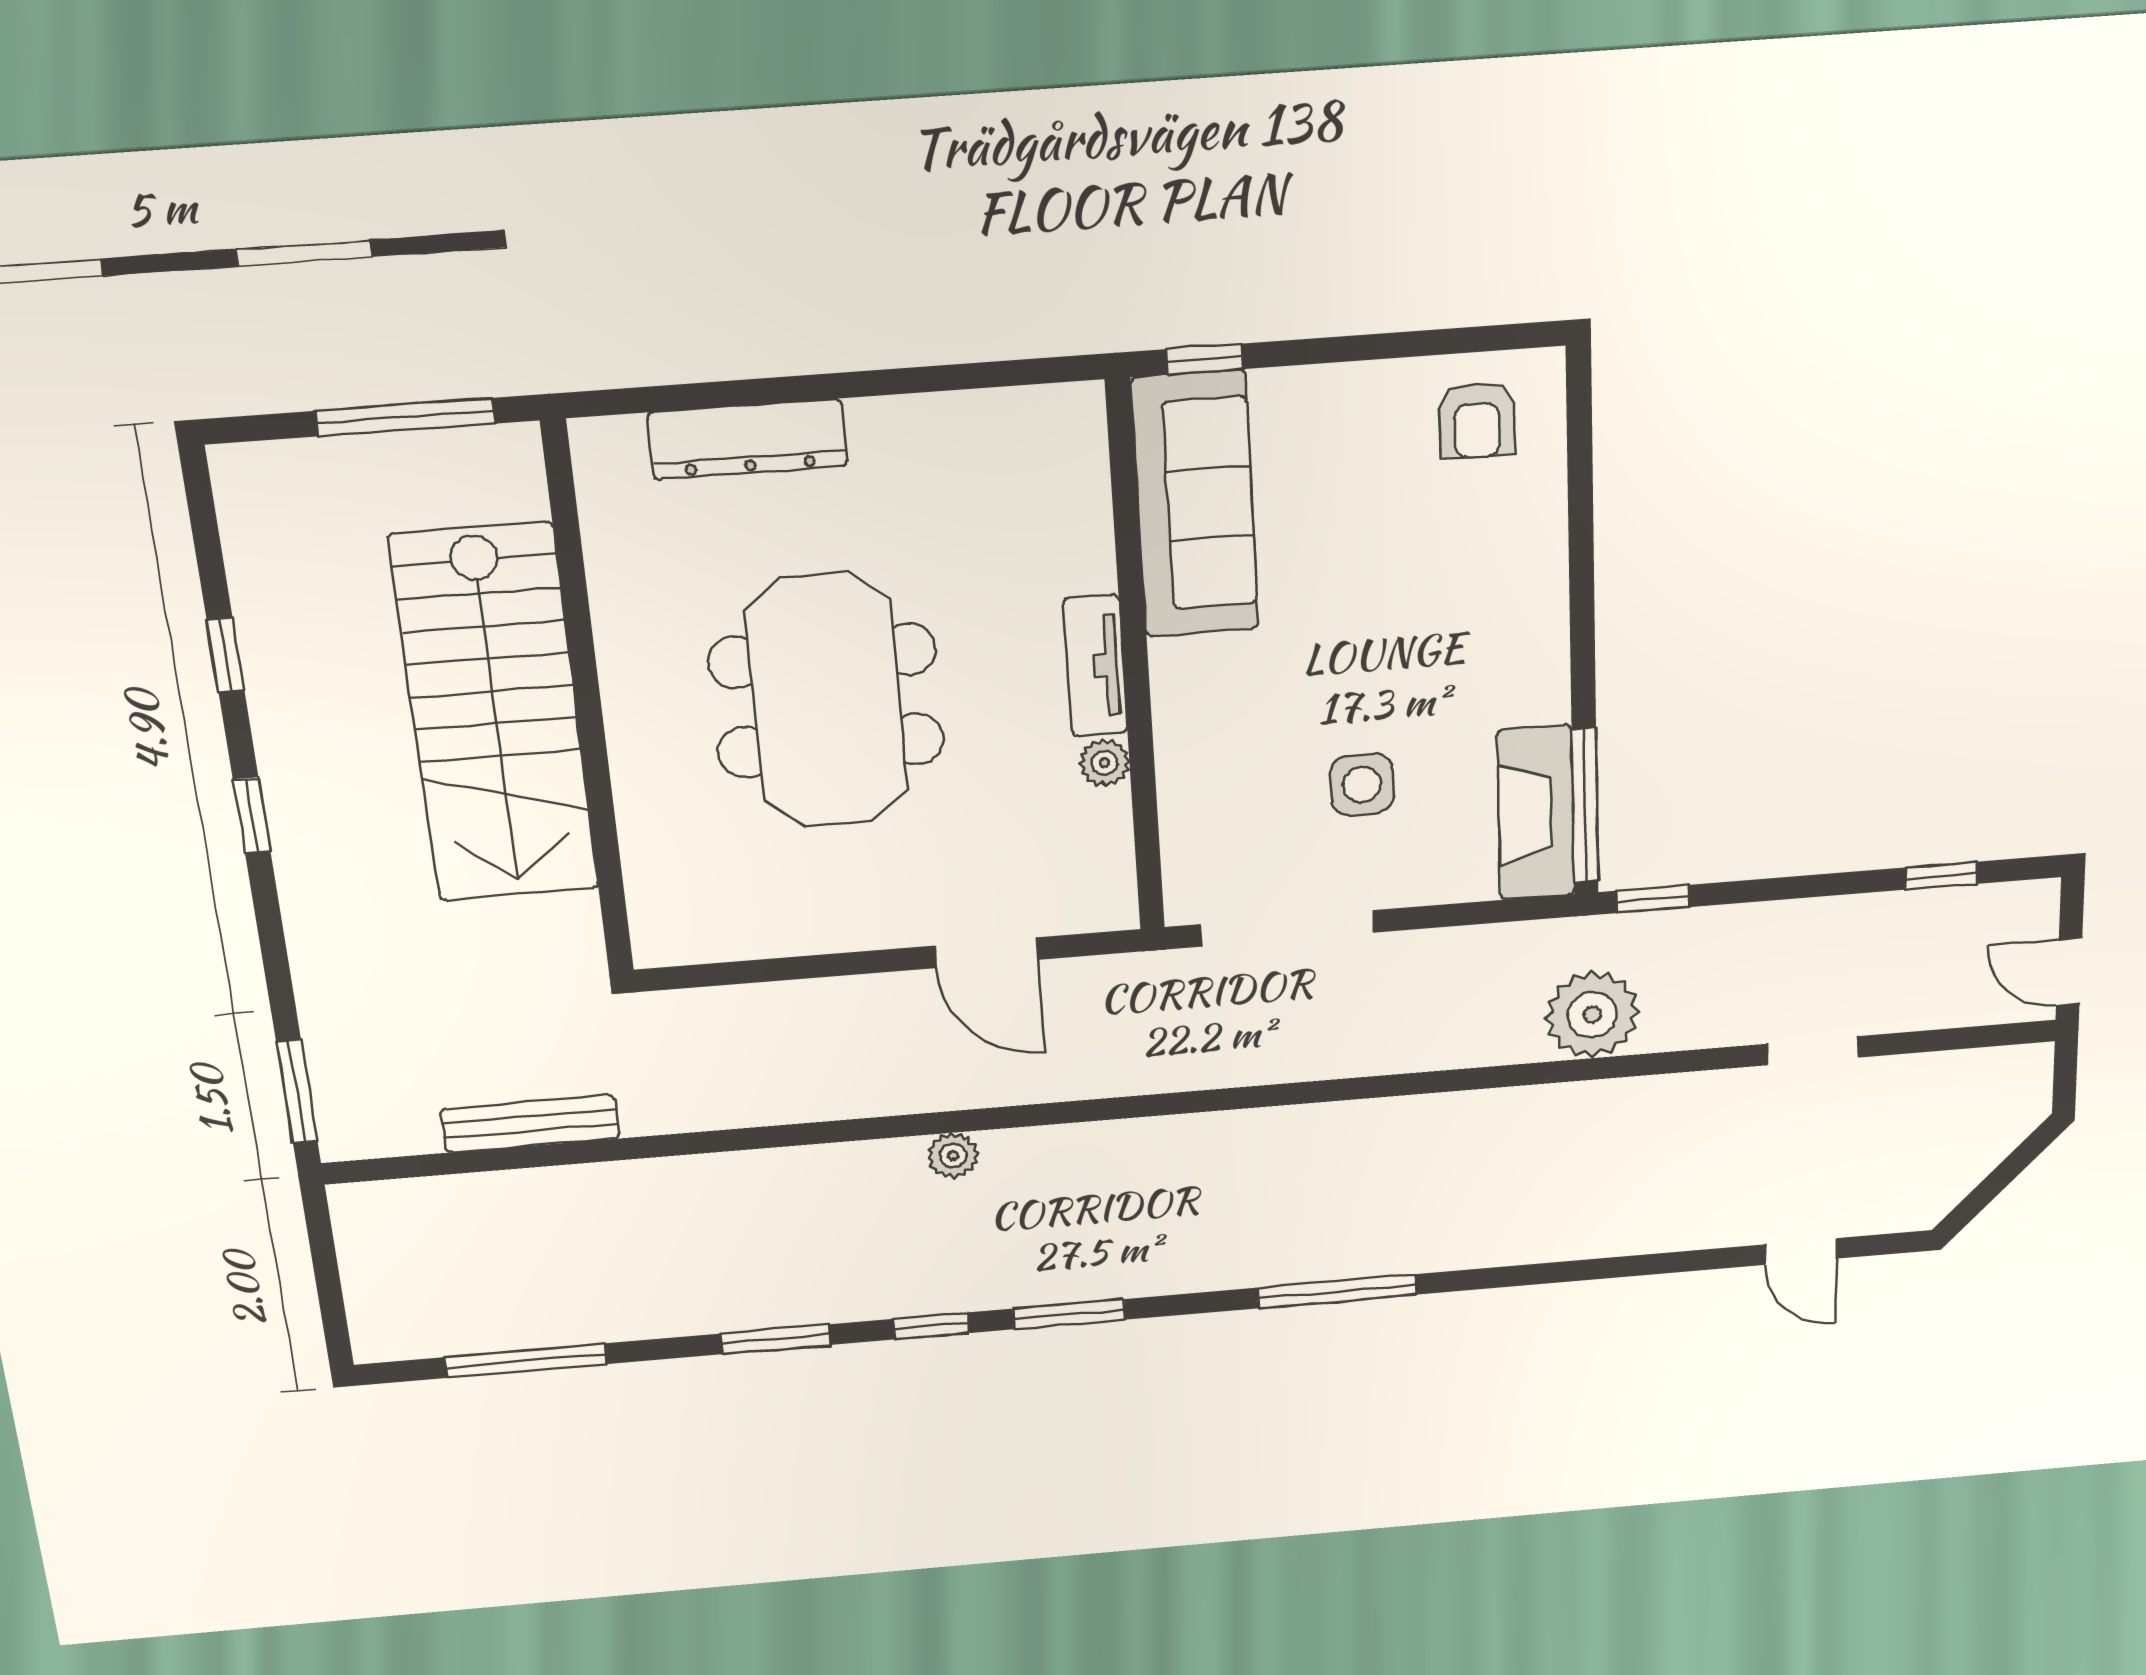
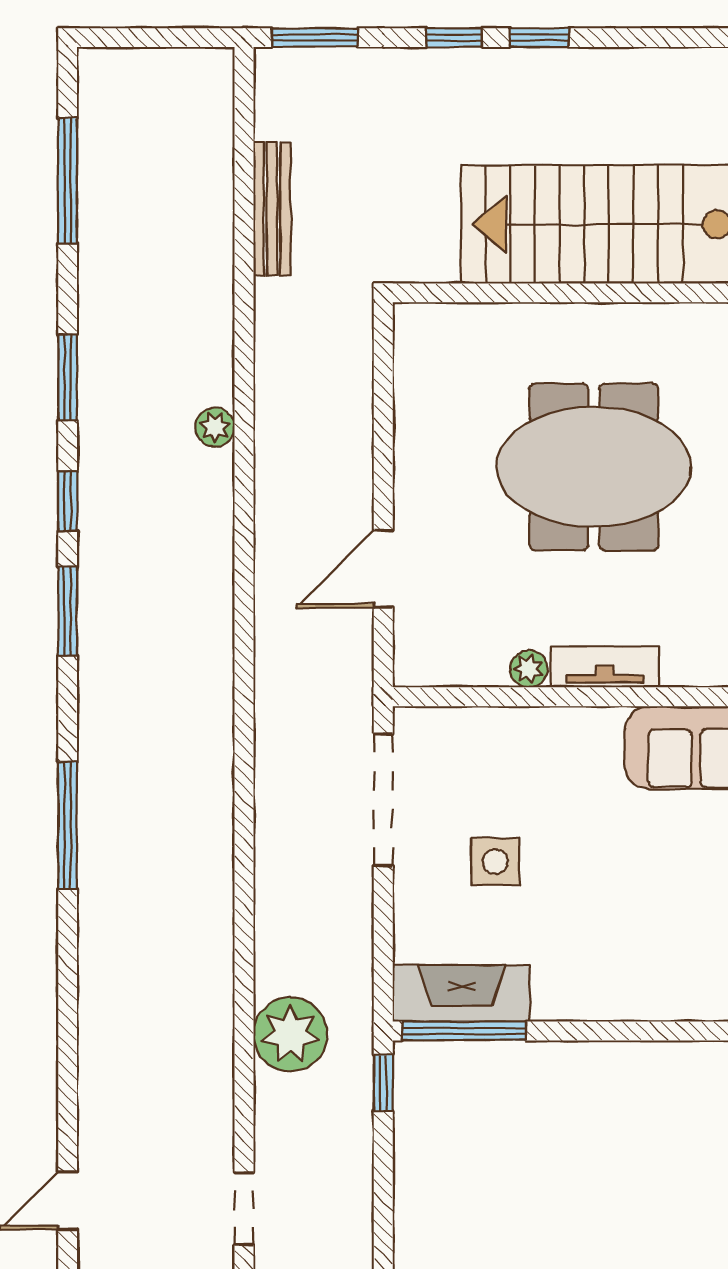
window: (225, 655) -> (454, 38), moved
plant: (953, 1156) -> (215, 427), moved

